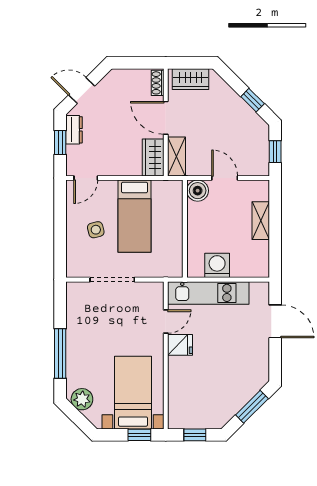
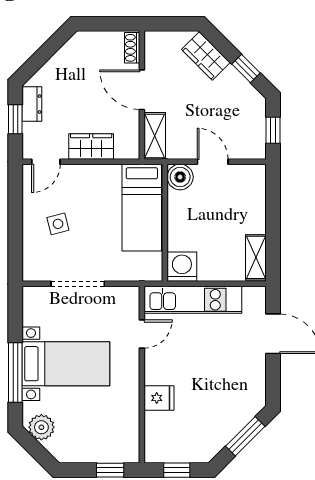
wardrobe: (191, 79) -> (206, 56), moved, turned 45
door: (82, 90) -> (41, 57), removed
wardrobe: (153, 157) -> (91, 147), moved, turned 90
bed: (135, 216) -> (142, 208), moved
shelving: (261, 221) -> (256, 257), moved
washing machine: (217, 265) -> (182, 267), moved
fridge: (180, 345) -> (159, 398), moved
bed with nightstands: (133, 393) -> (66, 364), moved, turned 90

